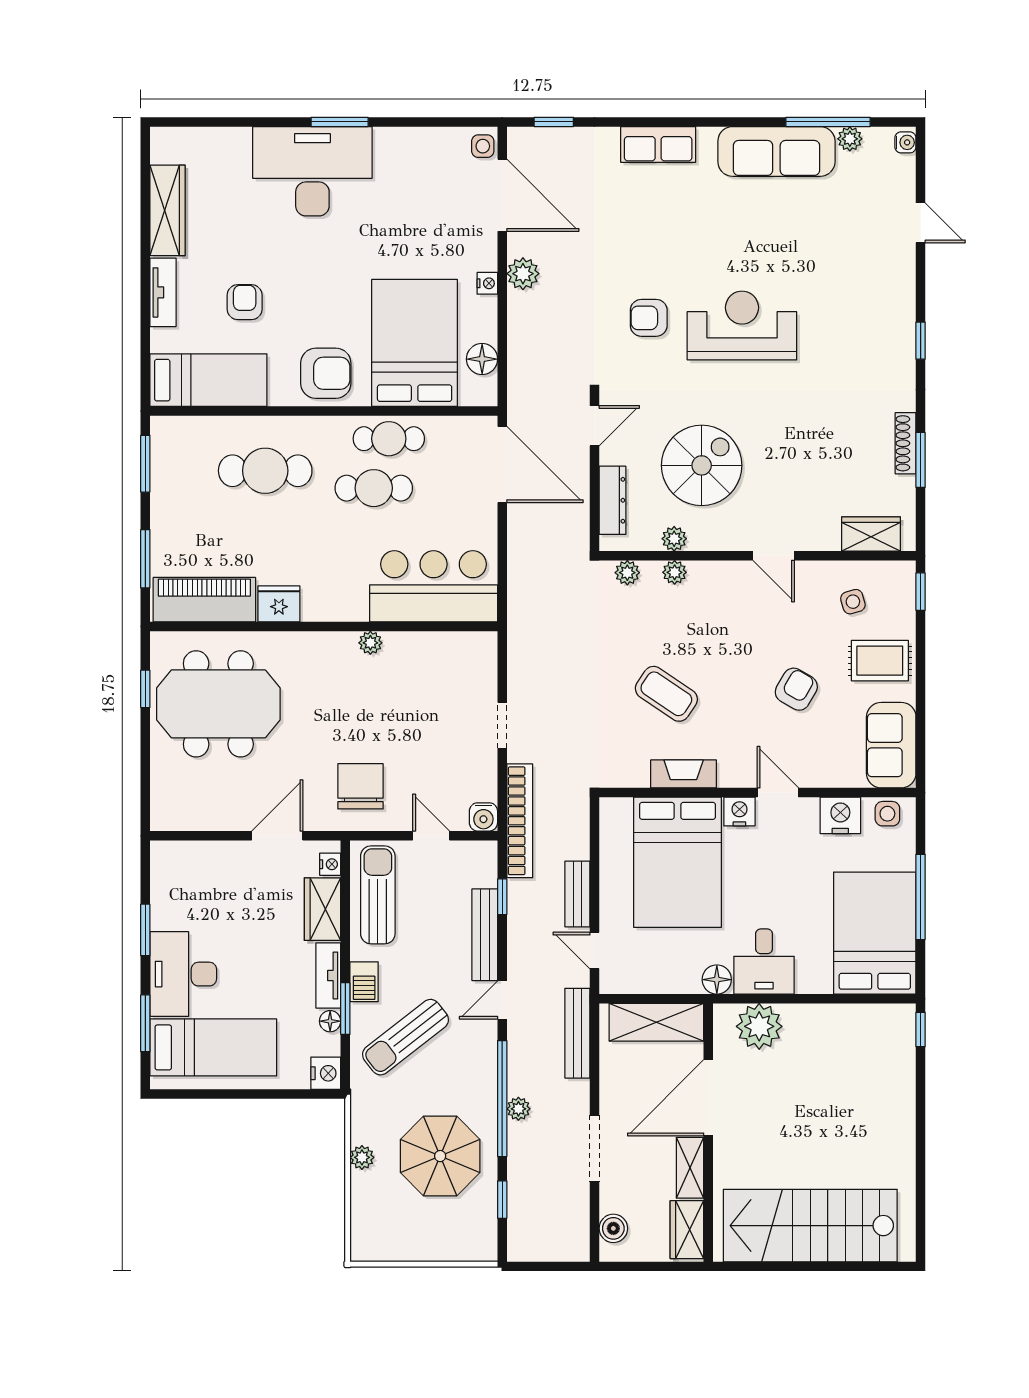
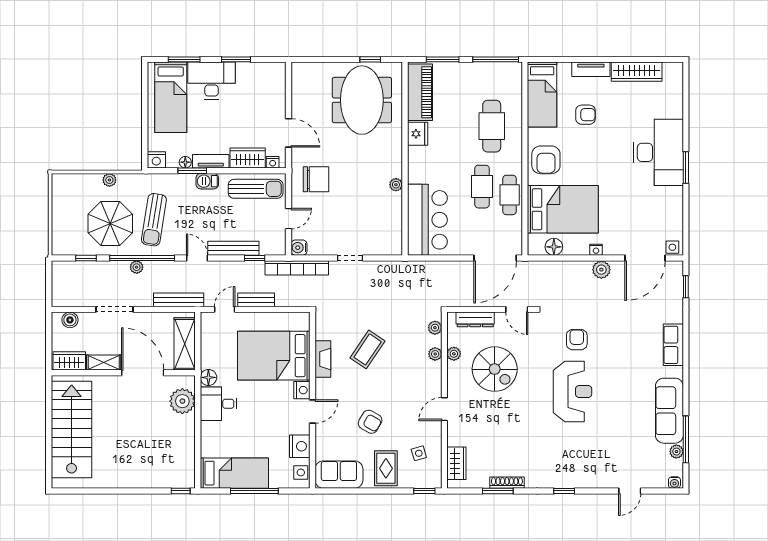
window: (145, 464) -> (496, 59), width x1.44
bed: (875, 933) -> (234, 473), width x0.67
sun lounger: (406, 1037) -> (154, 220), moved, turned -133

